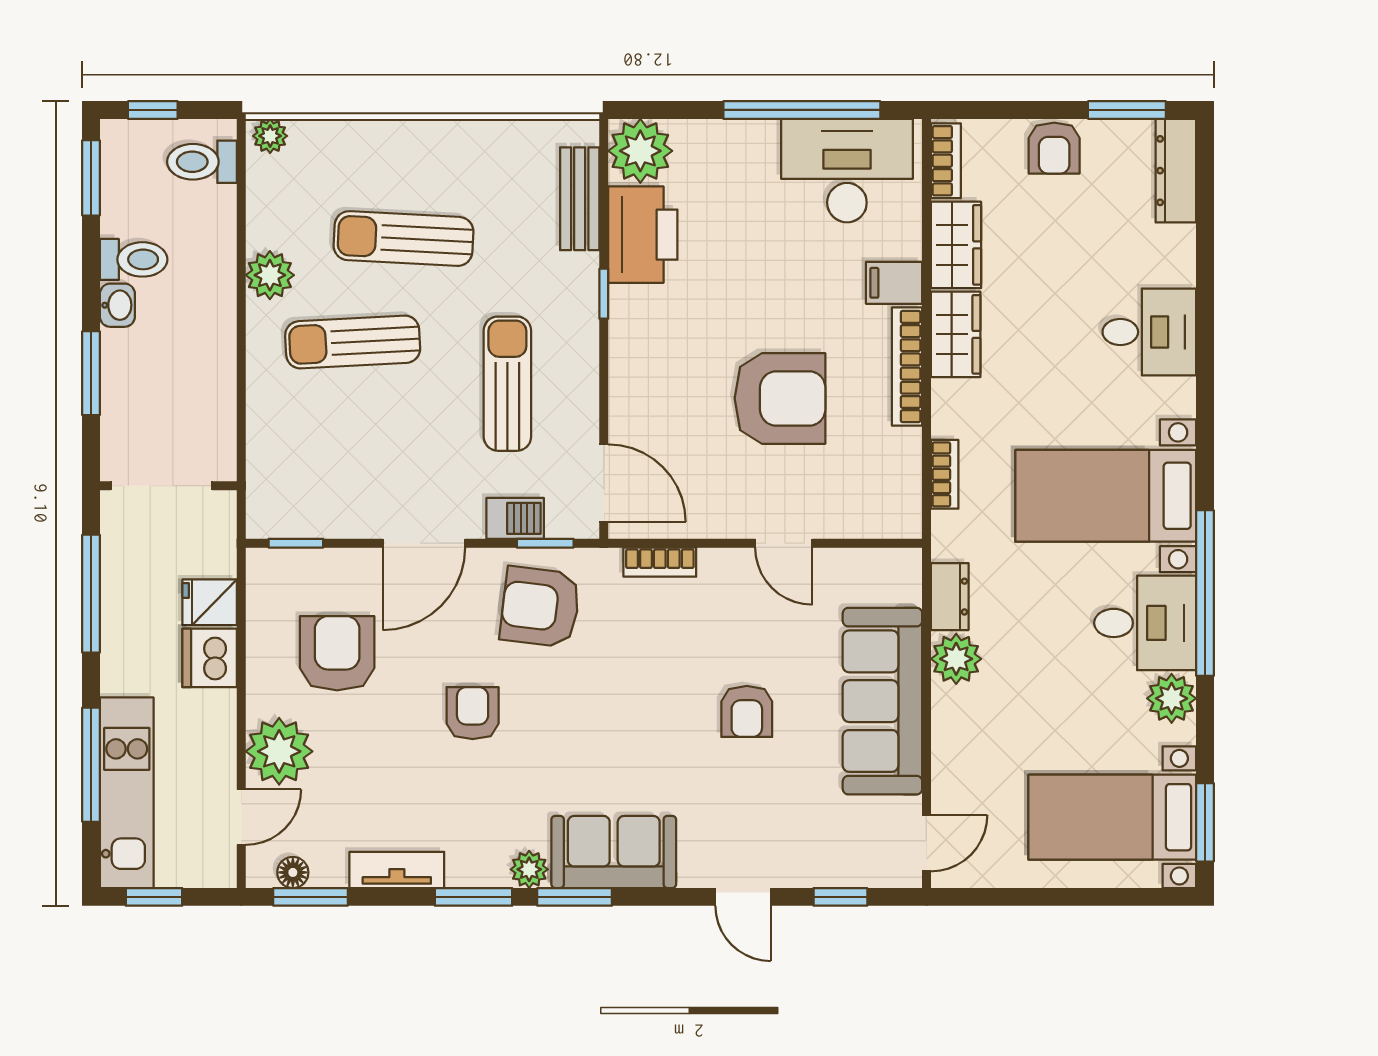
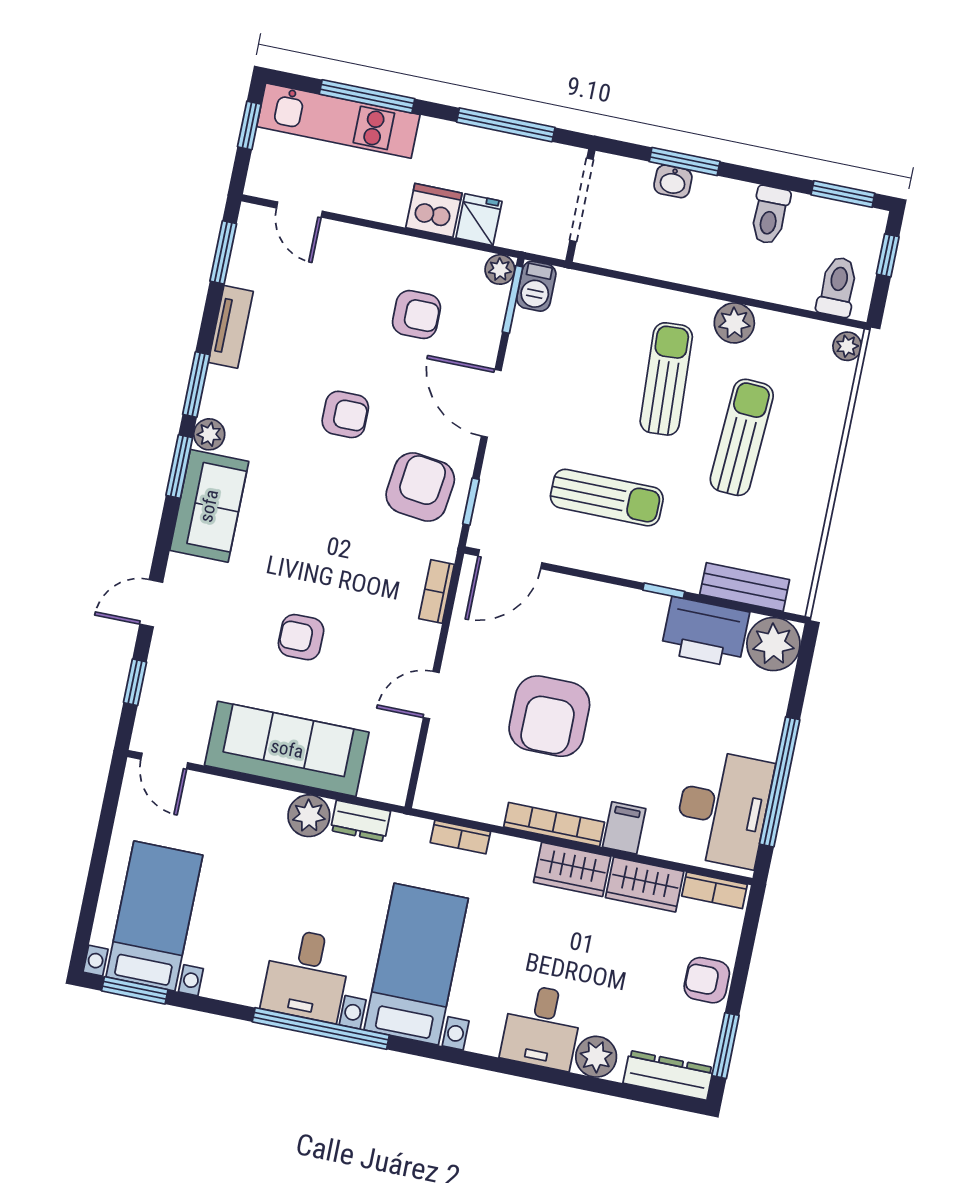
washbasin: (117, 305) -> (673, 181), moved
barbecue: (515, 518) -> (536, 286), moved
window: (296, 543) -> (513, 299), width x1.50
armchair: (337, 653) -> (416, 315), width x0.72, depth x0.72
plant: (1172, 698) -> (596, 1057), moved
plant: (279, 751) -> (500, 269), moved, width x0.53, depth x0.53
floor lamp: (293, 872) -> (246, 242), removed

